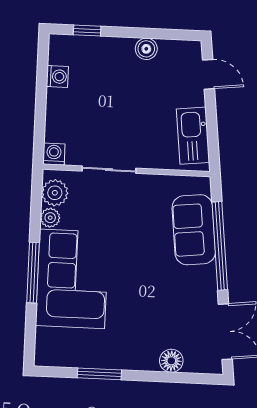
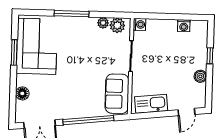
window: (87, 31) -> (210, 56), moved
sofa: (194, 230) -> (117, 94), moved, turned -84
corner sofa: (72, 279) -> (37, 46), moved, turned -90

